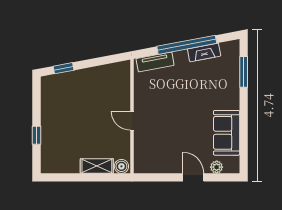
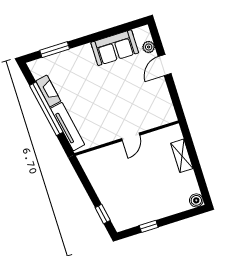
tv unit: (155, 62) -> (68, 127), width x1.41
window: (36, 135) -> (149, 226), moved
boiler: (121, 166) -> (196, 200), moved

